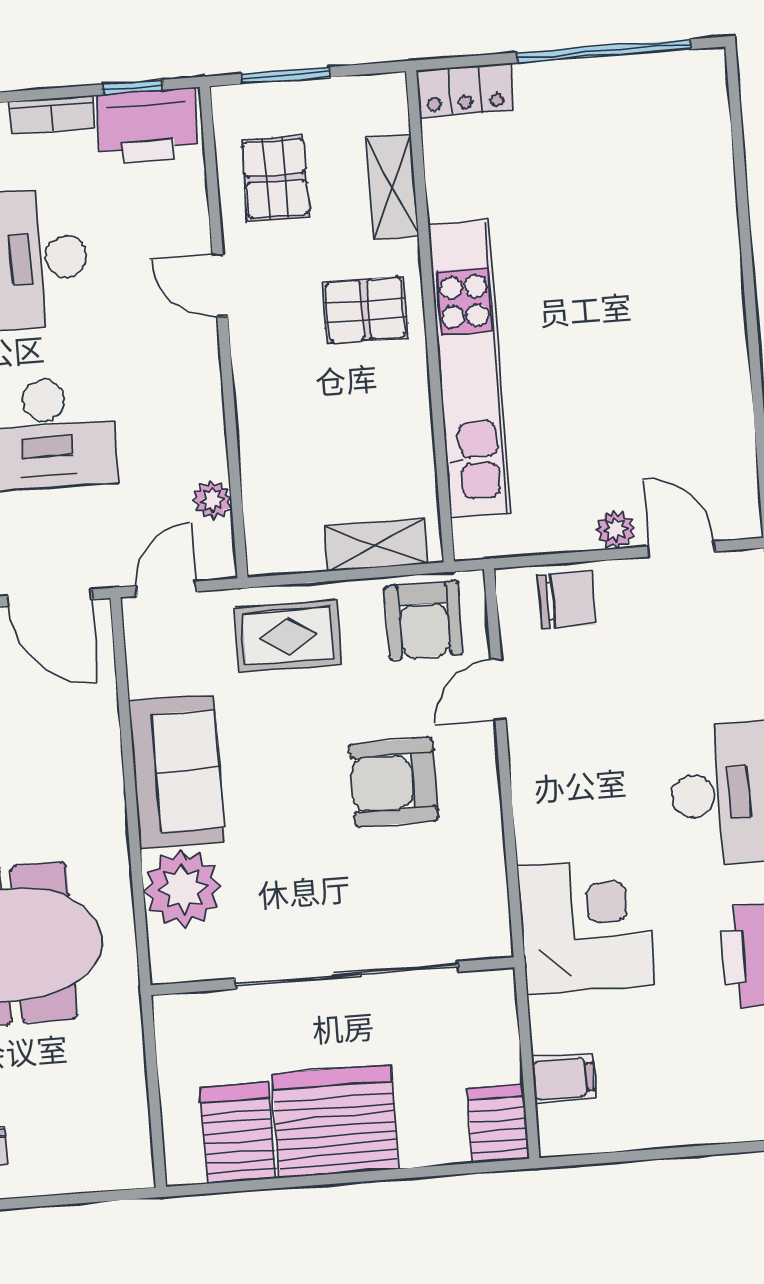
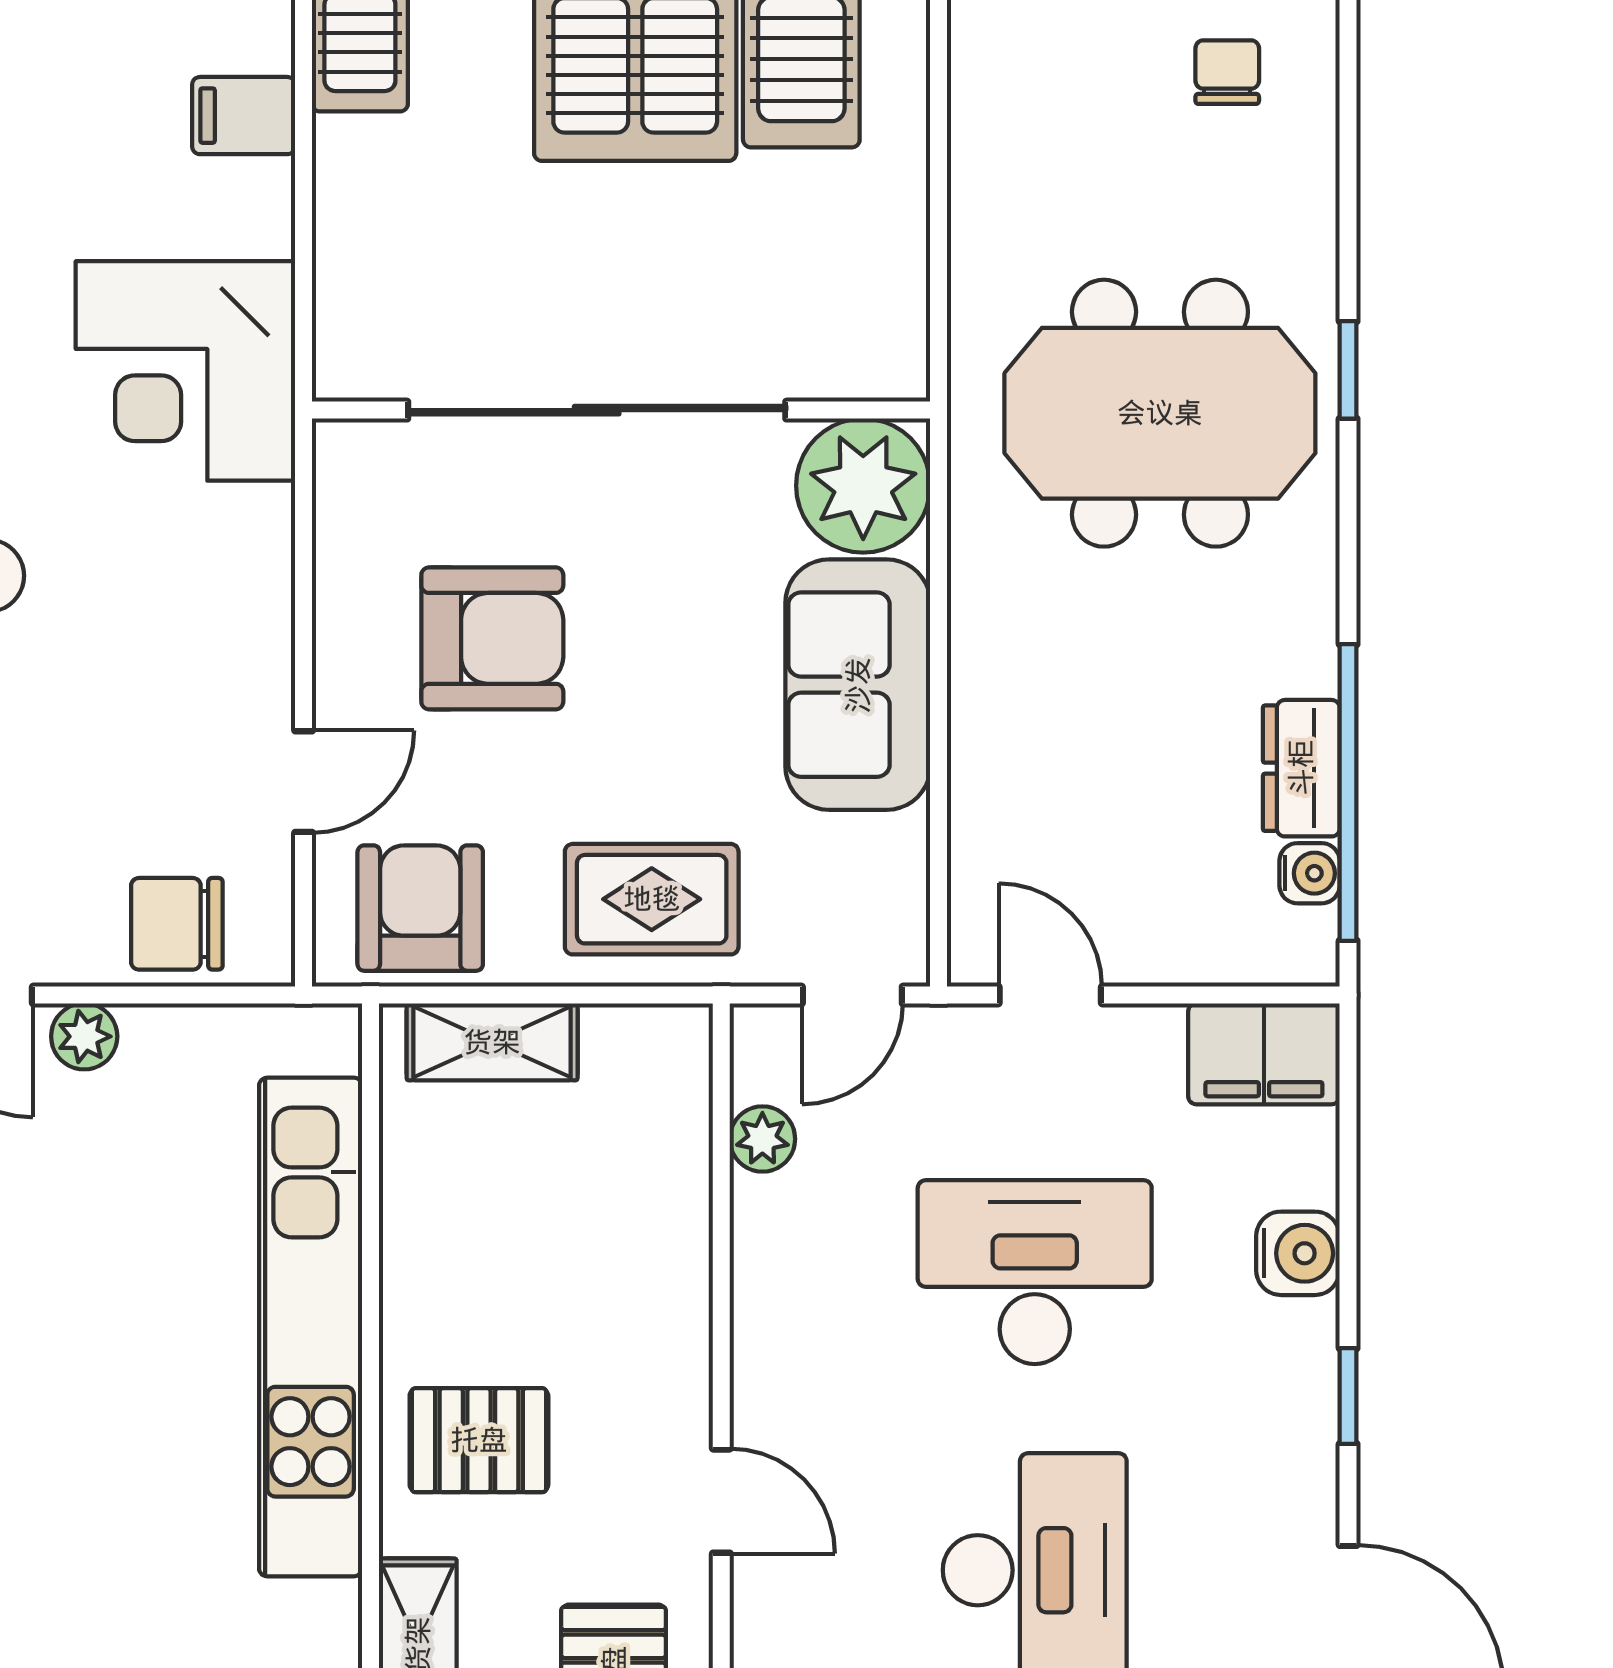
door: (49, 598) -> (1050, 995), width x0.73
sliding door: (347, 975) -> (597, 410), moved
wall: (332, 976) -> (621, 410), moved

